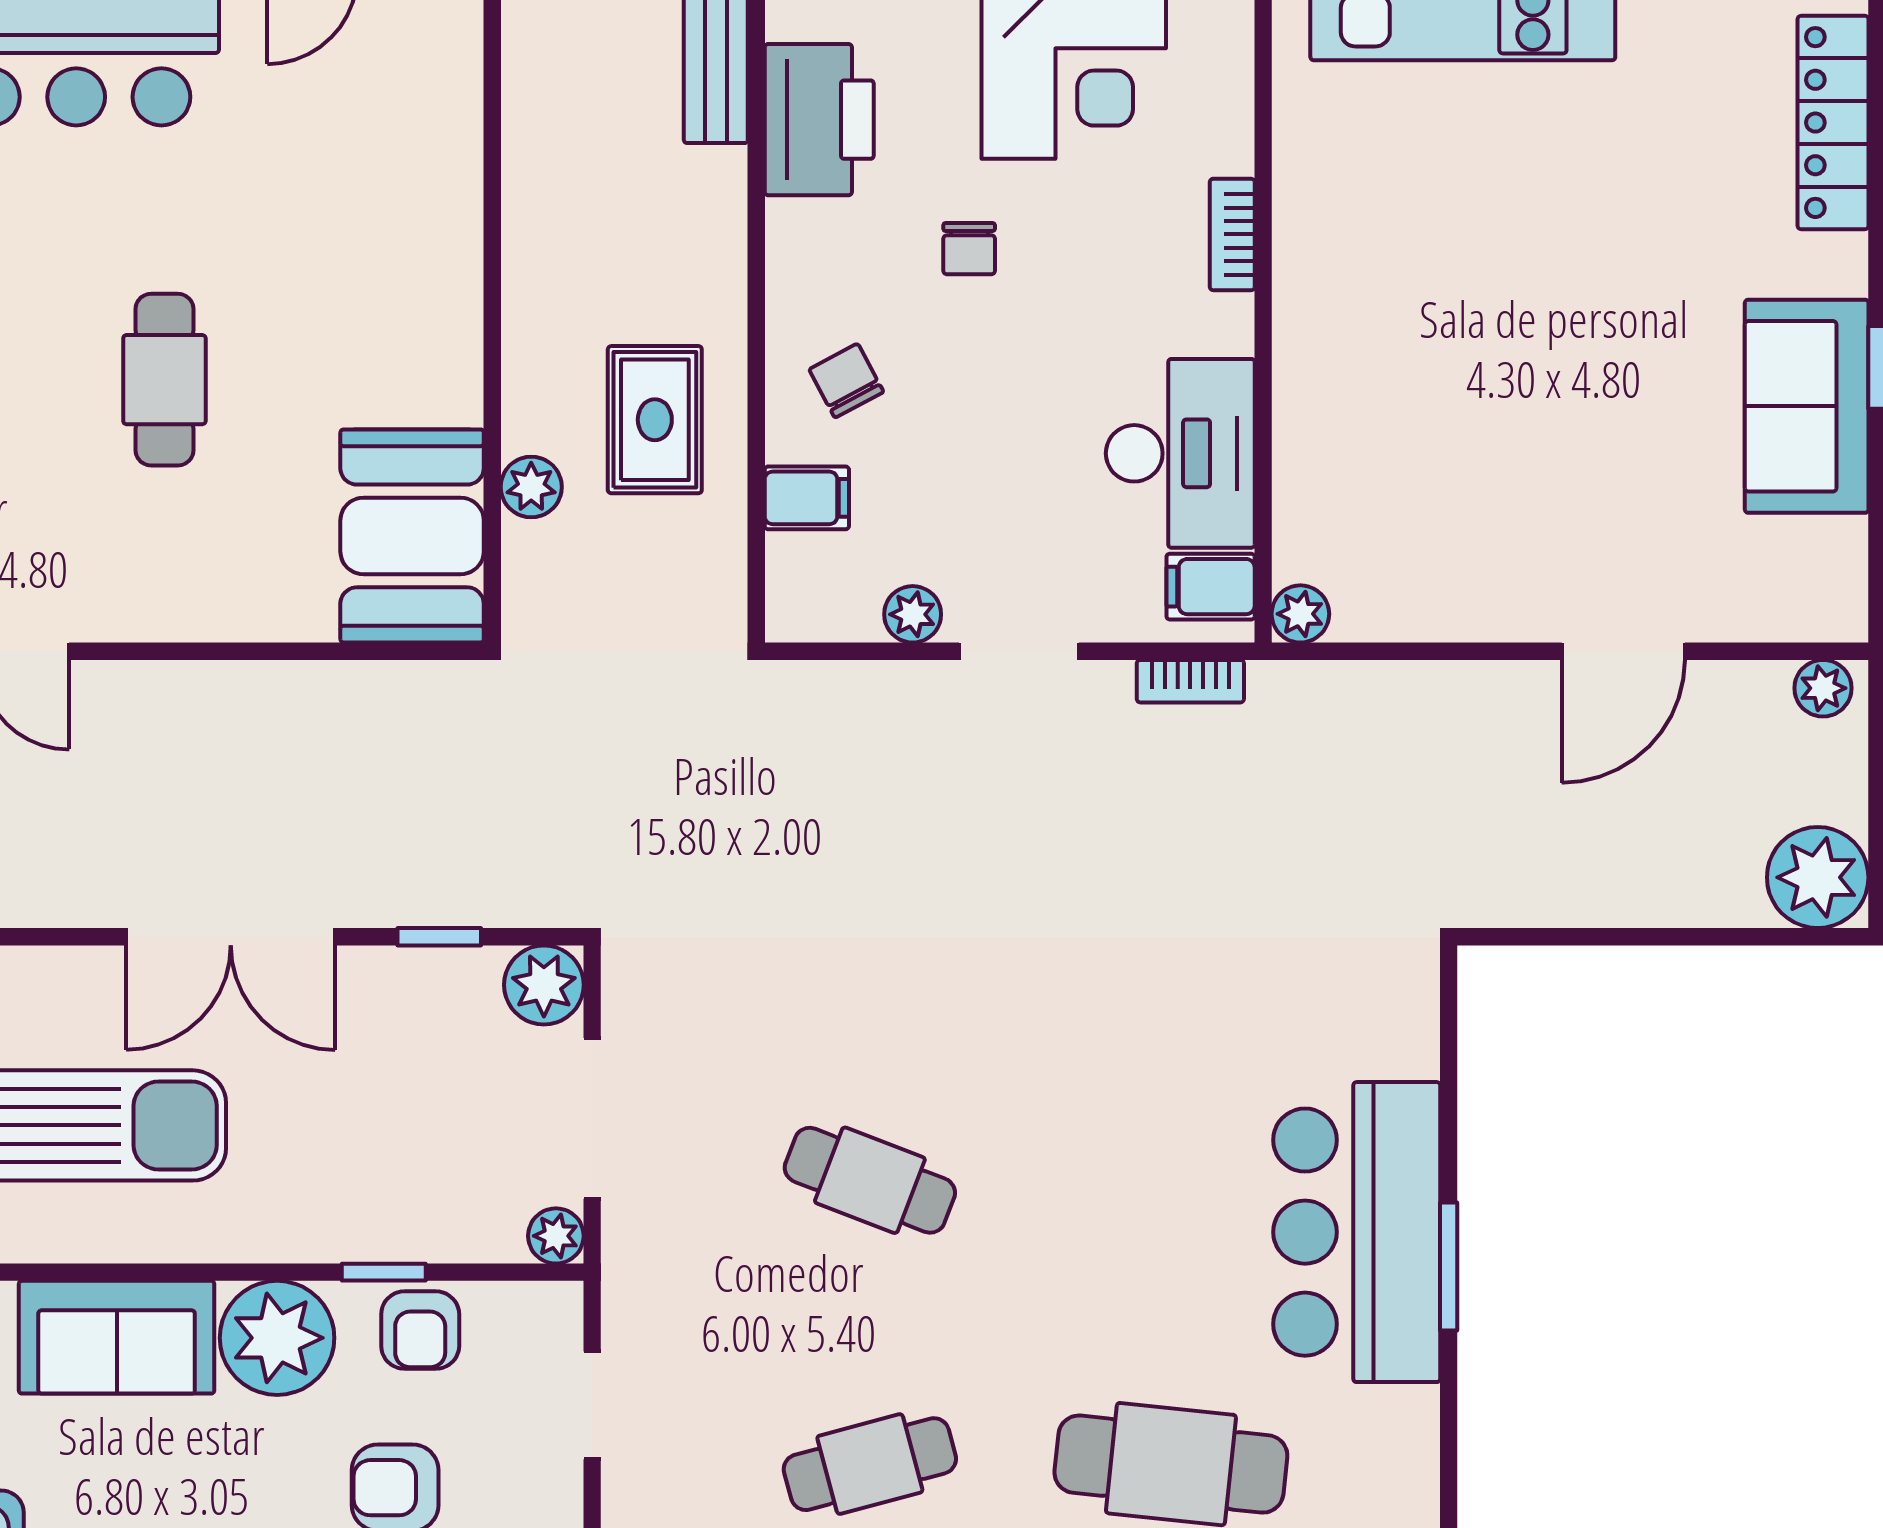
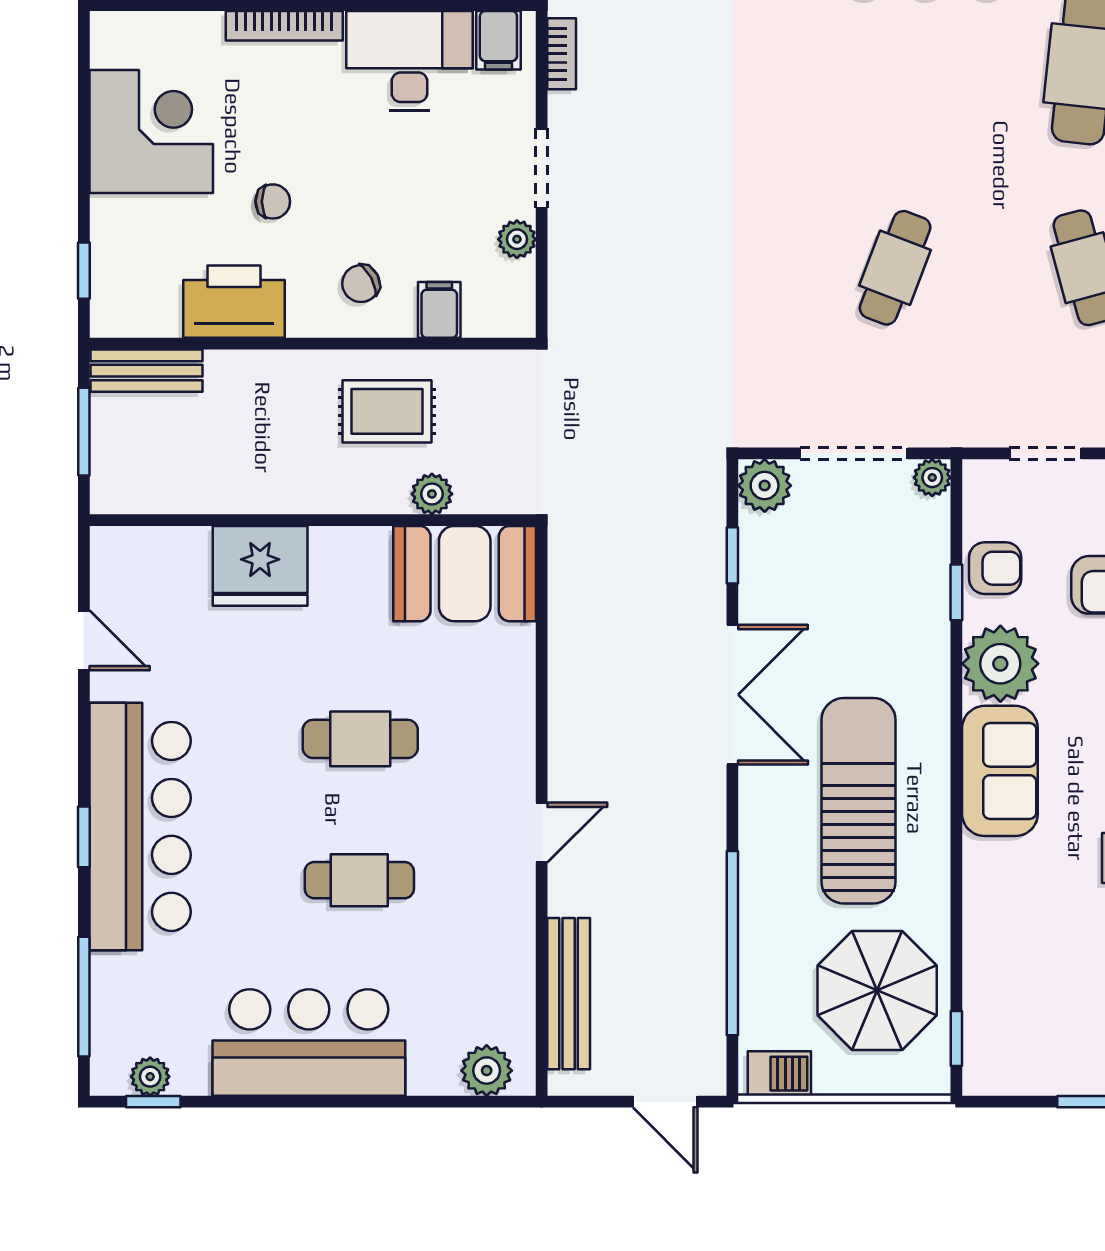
printer: (819, 120) -> (234, 302), moved
fridge: (424, 230) -> (260, 566), added
bookcase: (1232, 234) -> (284, 26), width x1.56

